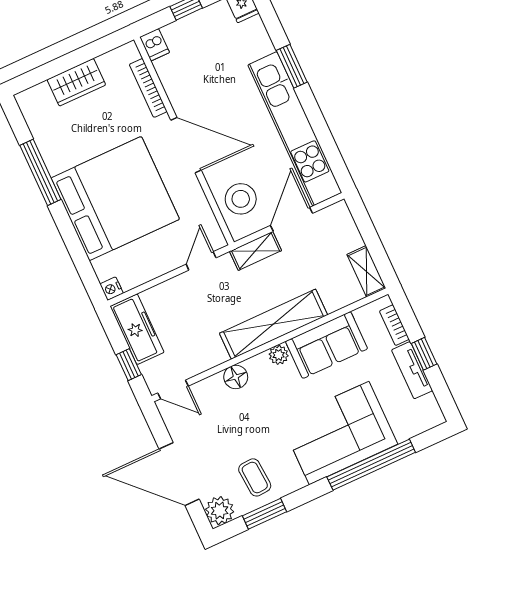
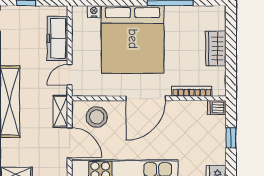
door: (201, 261) -> (70, 75), swing flipped
nightstand: (112, 289) -> (94, 12), moved
freezer: (137, 329) -> (57, 38), moved, turned 90

